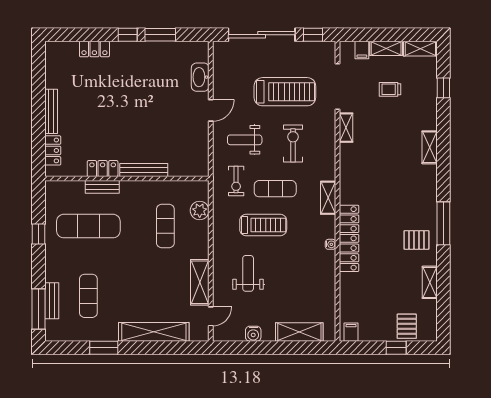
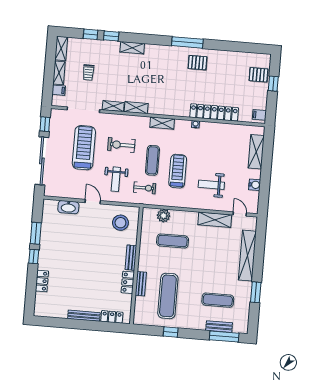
window: (443, 117) -> (111, 36), added
stool: (185, 151) -> (120, 223), added
bench: (144, 170) -> (131, 258), width x0.73
locker: (349, 238) -> (214, 112), moved
pallet: (416, 240) -> (198, 63), turned 90
shelving: (430, 282) -> (136, 108), moved

